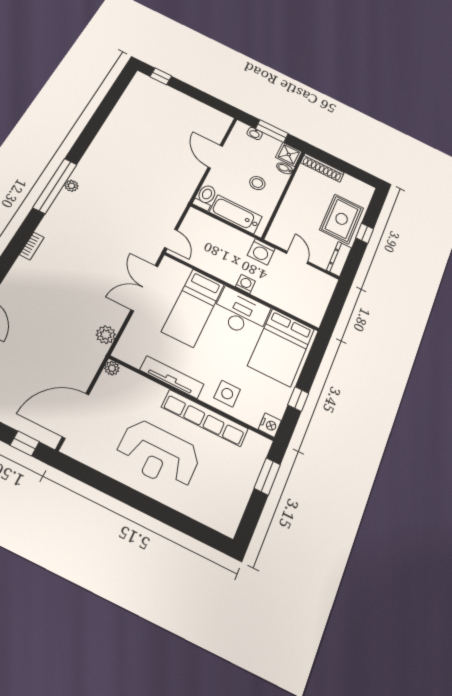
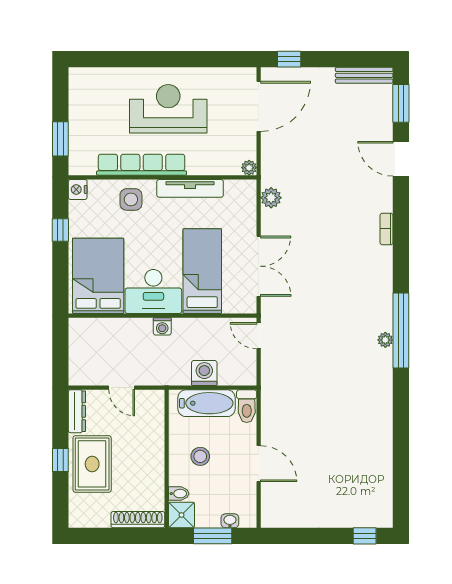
bookcase: (32, 246) -> (387, 229), moved
washing machine: (261, 252) -> (204, 373), moved

